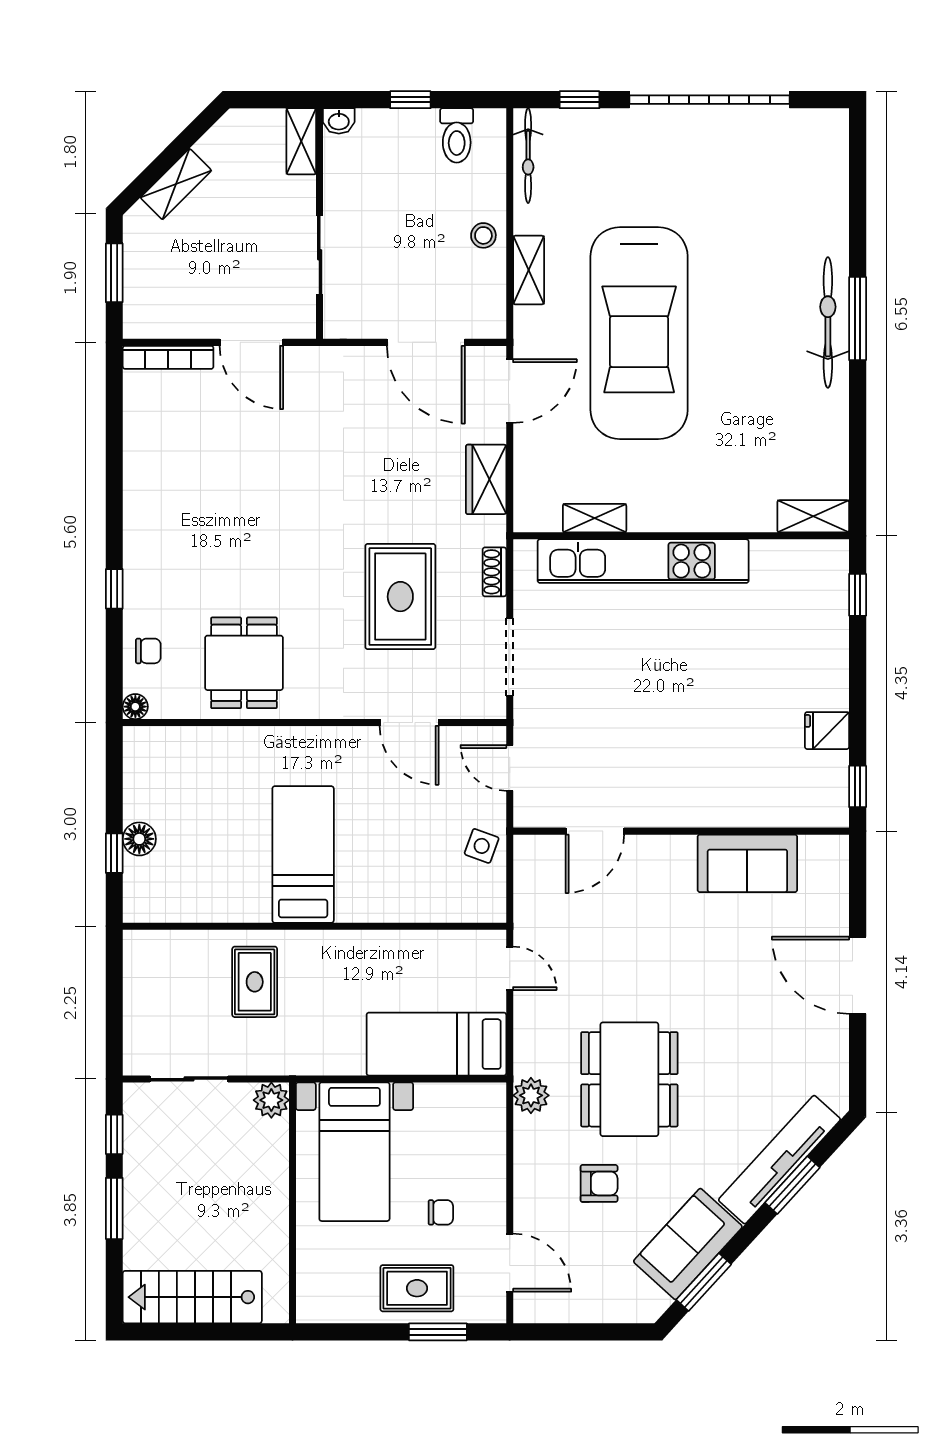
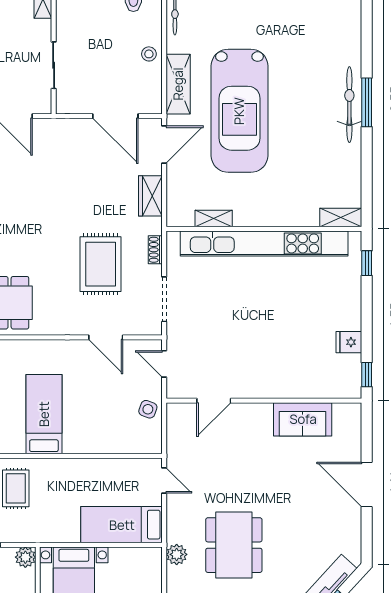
shelving: (529, 270) -> (178, 84), width x1.50, depth x1.33
kitchen unit: (643, 561) -> (264, 243), width x1.36

